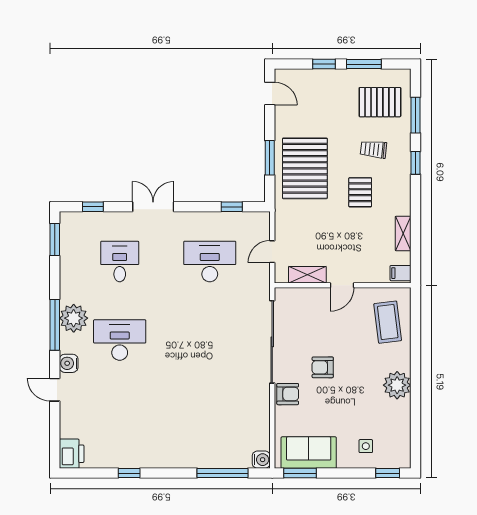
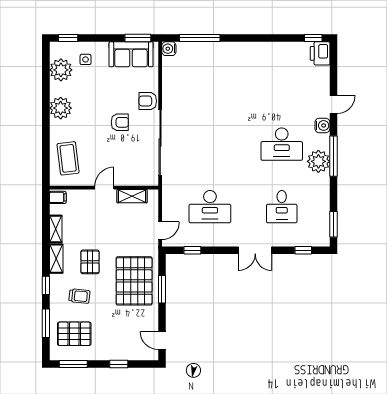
window: (364, 64) -> (73, 364), moved
shelving: (403, 196) -> (56, 259), added
door: (272, 252) -> (160, 231), moved
door: (55, 390) -> (333, 104), hinge flipped
plant: (397, 433) -> (61, 70), added
window: (129, 473) -> (313, 38), moved

